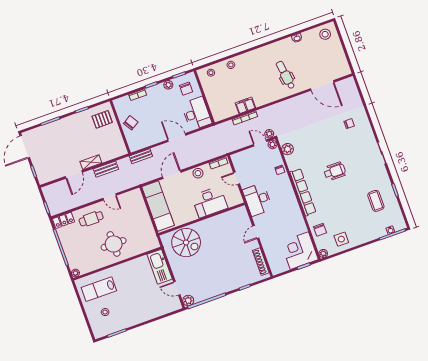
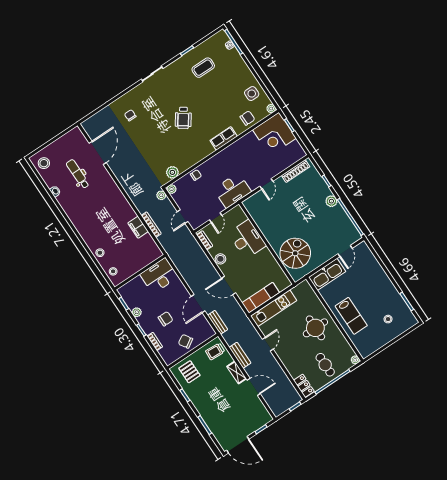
dental chair: (285, 75) -> (78, 174), moved, turned 98
chair: (186, 89) -> (166, 319), moved
door: (177, 138) -> (198, 304), moved
door: (260, 143) -> (183, 217), moved
trolley: (115, 147) -> (215, 351), added
wheelchair: (335, 171) -> (183, 118), turned -145
row of seats: (303, 192) -> (224, 138), width x0.50
exam couch: (158, 206) -> (261, 298), width x0.73, depth x0.69
kitchen unit: (141, 210) -> (274, 308), added
cafe table: (91, 219) -> (325, 365), moved
door: (256, 232) -> (266, 184), hinge flipped
lab bench: (99, 289) -> (351, 316), moved
plant: (188, 301) -> (331, 201), moved

